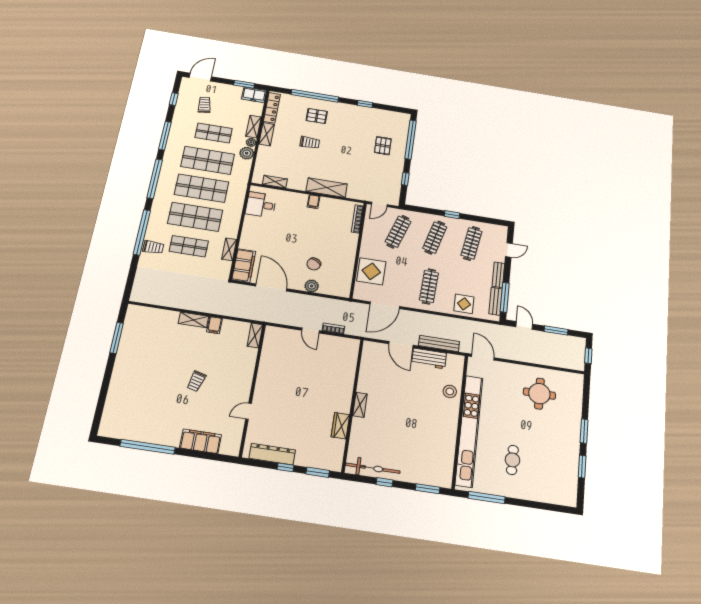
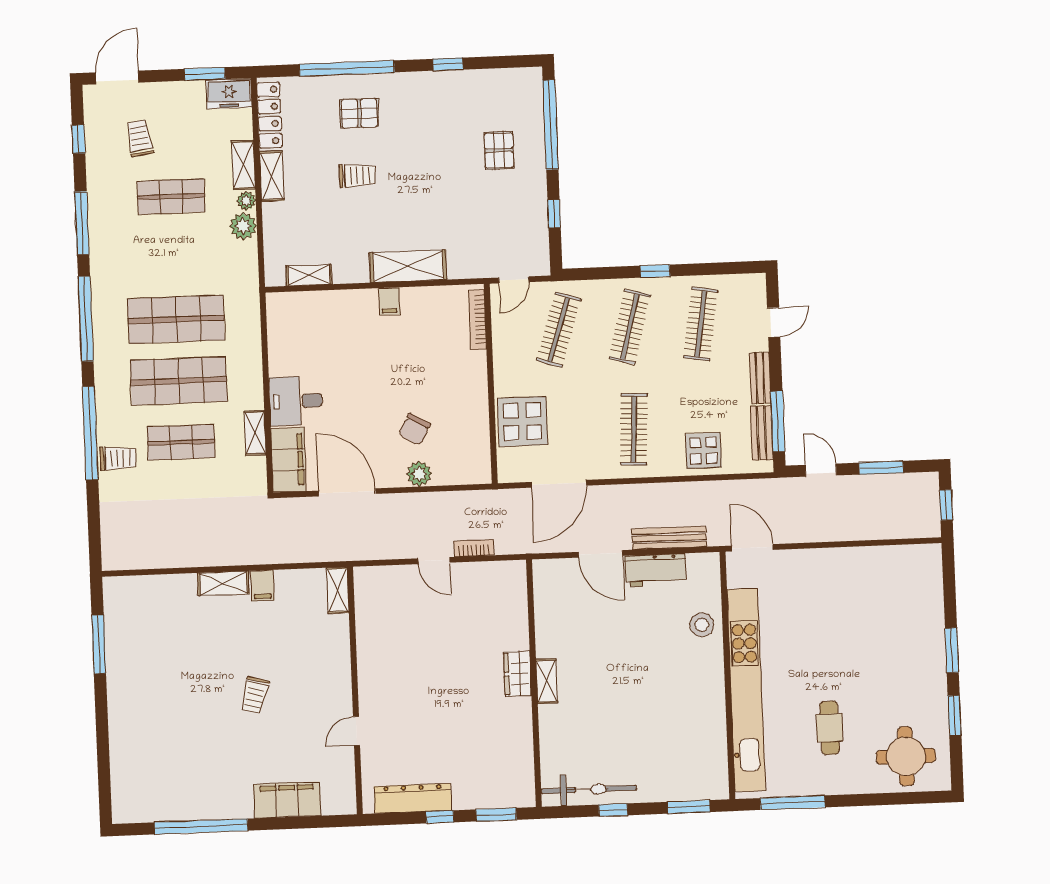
shop shelf: (208, 160) -> (174, 258), removed
desk: (261, 205) -> (296, 401), moved
round table: (539, 394) -> (906, 756), moved
wardrobe: (340, 426) -> (518, 674), moved

